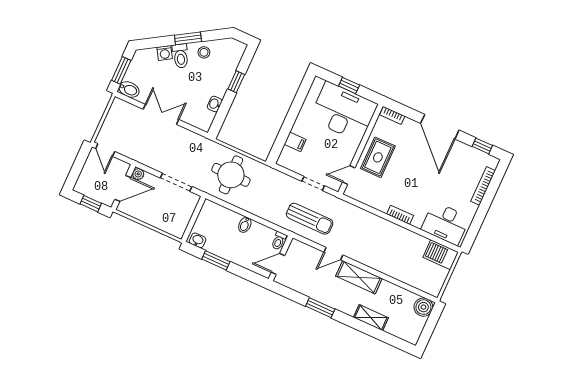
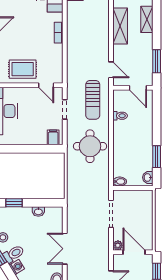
filing cabinet: (295, 142) -> (53, 137), moved
round table: (231, 175) -> (90, 146), moved
sun lounger: (310, 219) -> (93, 100), turned 180
bidet: (245, 225) -> (120, 182), moved
wall: (280, 258) -> (133, 88), moved
door: (278, 264) -> (138, 88), moved
shelving: (359, 277) -> (120, 26), moved

